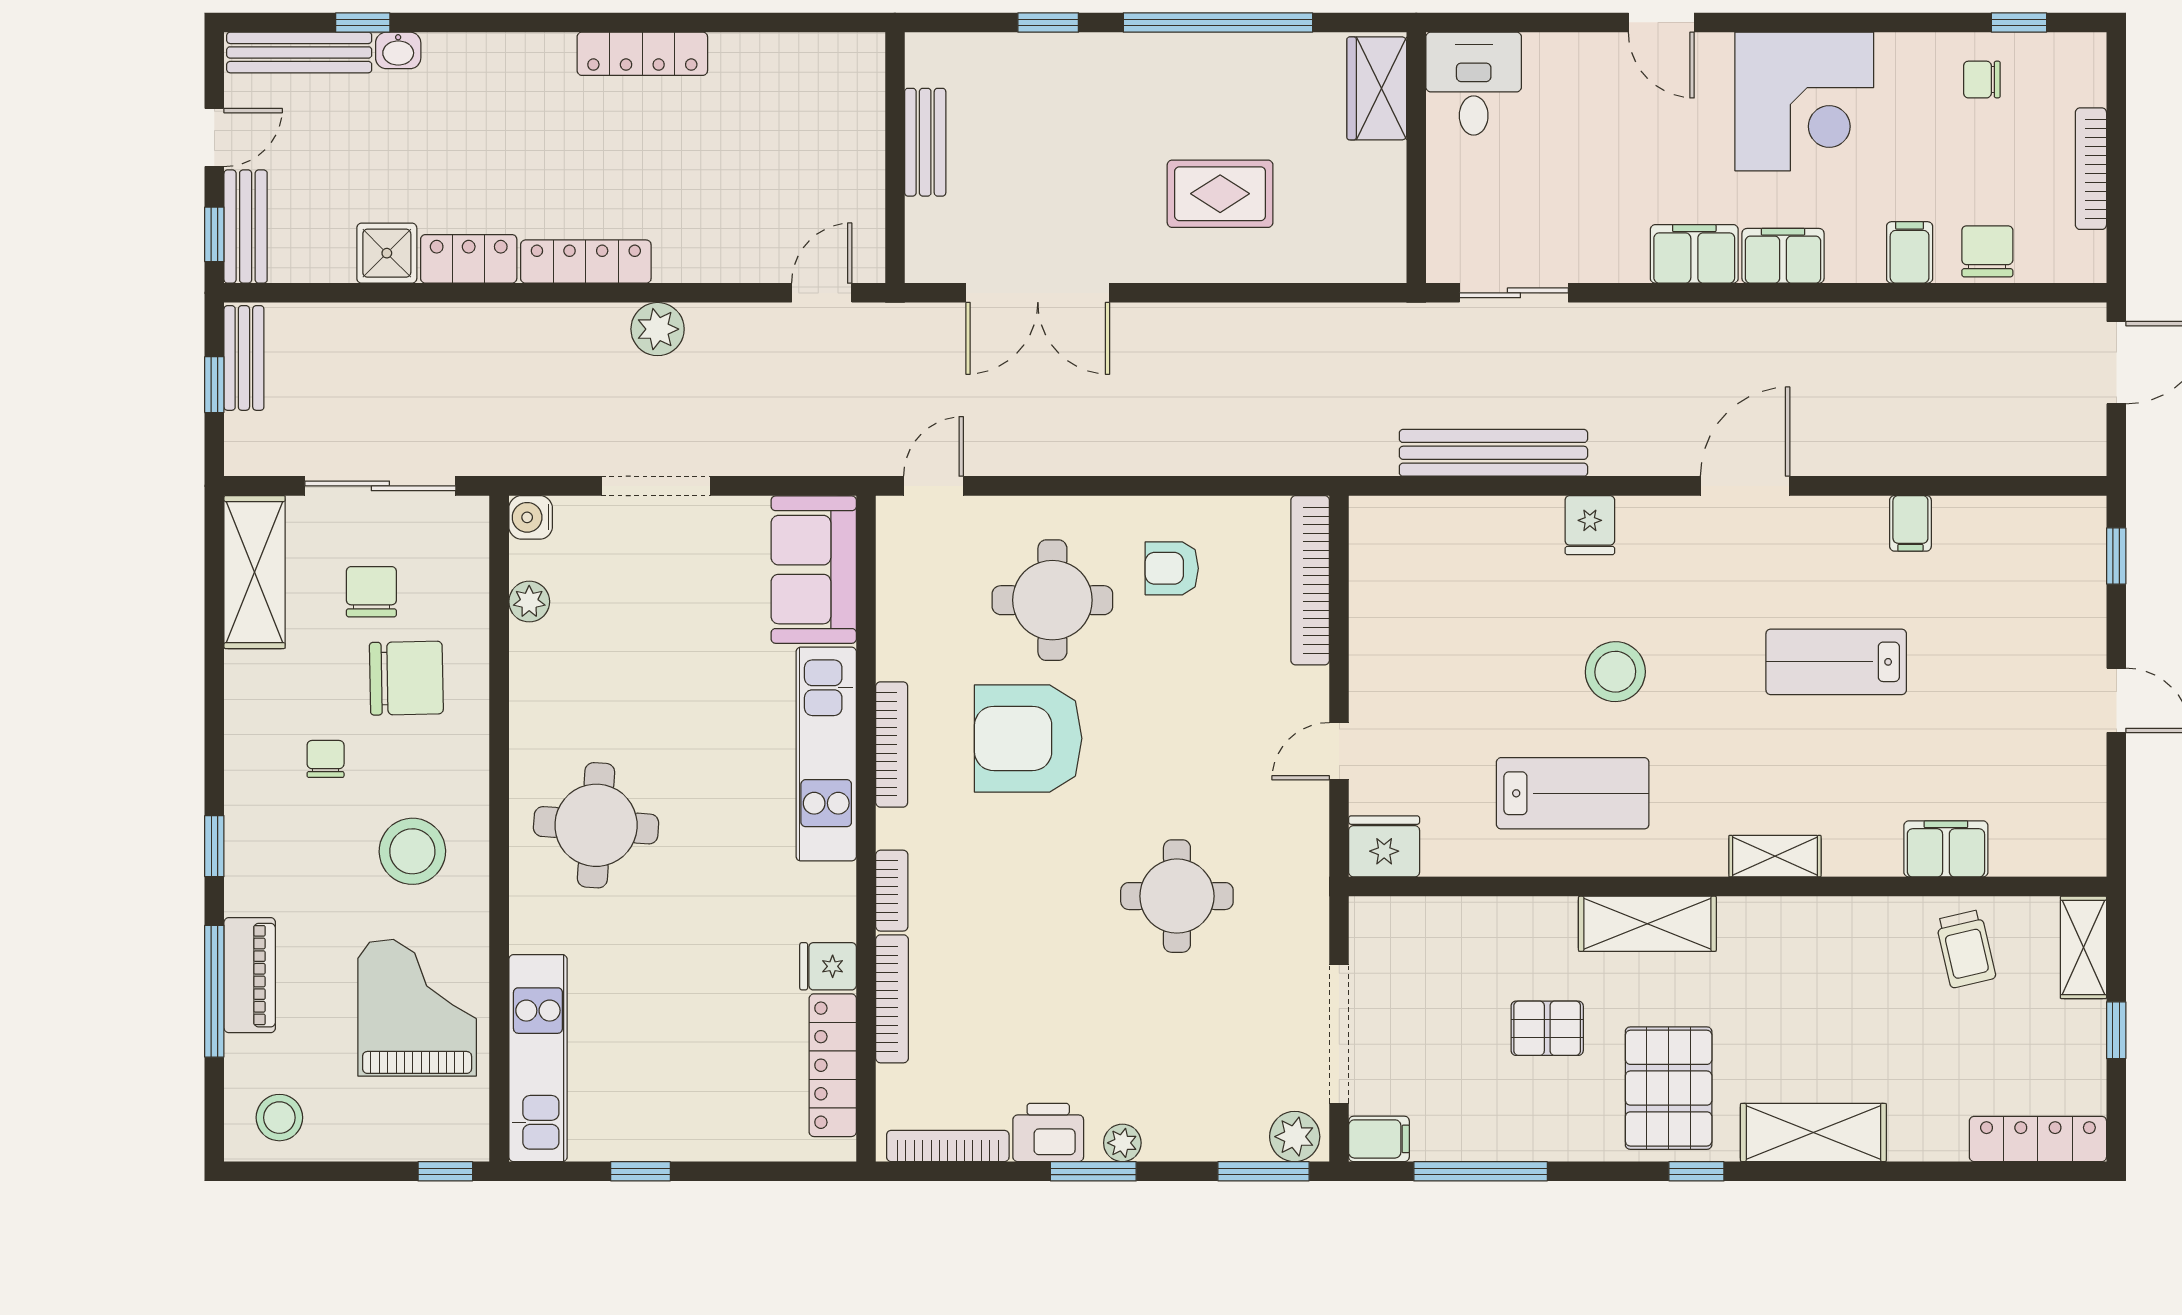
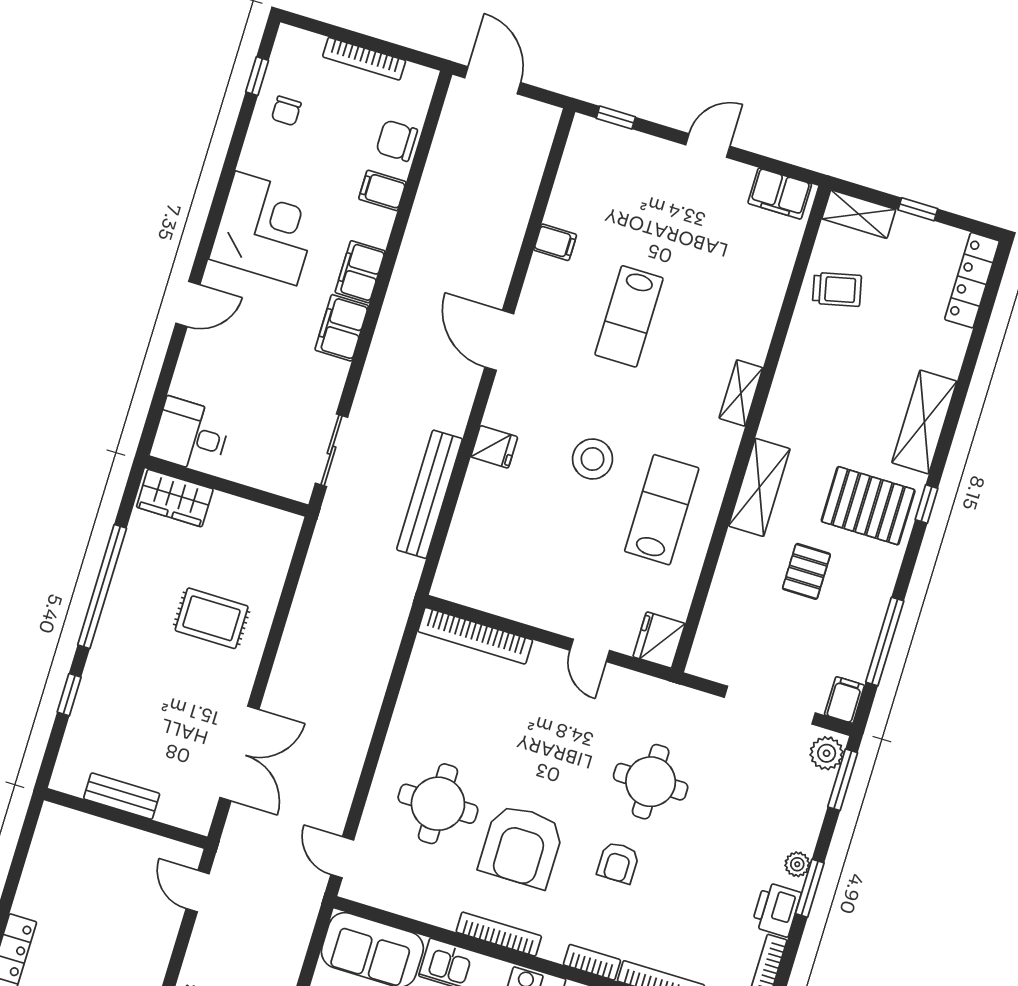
rug: (1220, 194) -> (212, 618), turned 90
armchair: (1172, 568) -> (618, 863), moved
filing cabinet: (1946, 849) -> (780, 194), moved, turned -90

